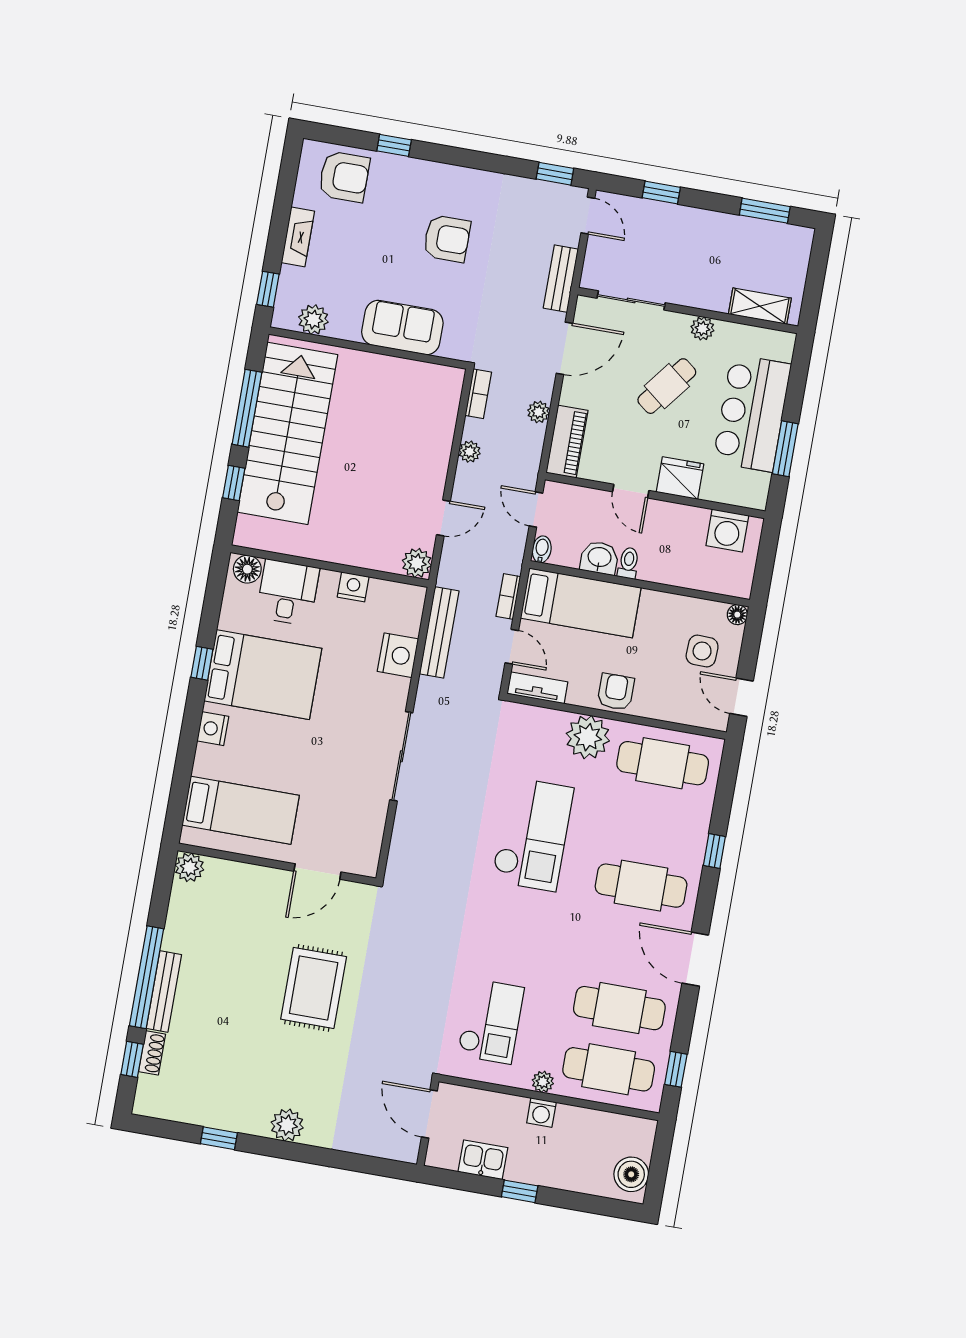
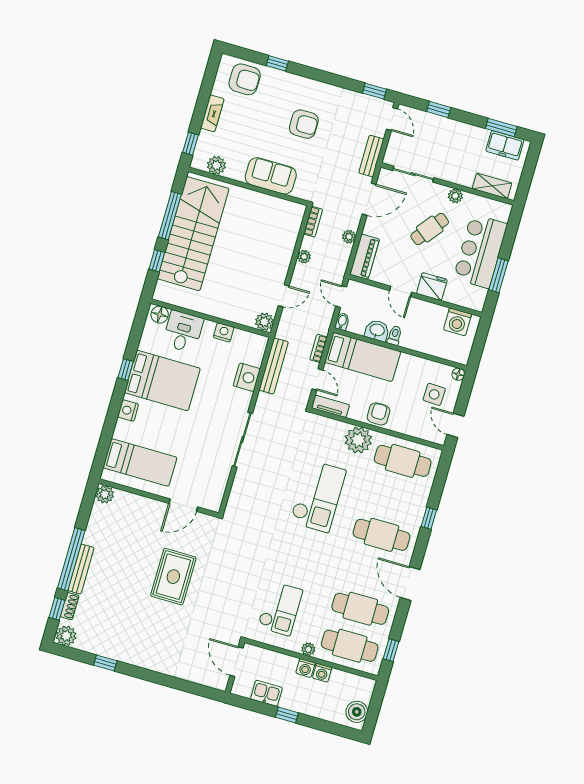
freezer: (774, 239) -> (505, 145), added
washing machine: (569, 1117) -> (322, 673), added
plant: (287, 1125) -> (66, 636), moved

